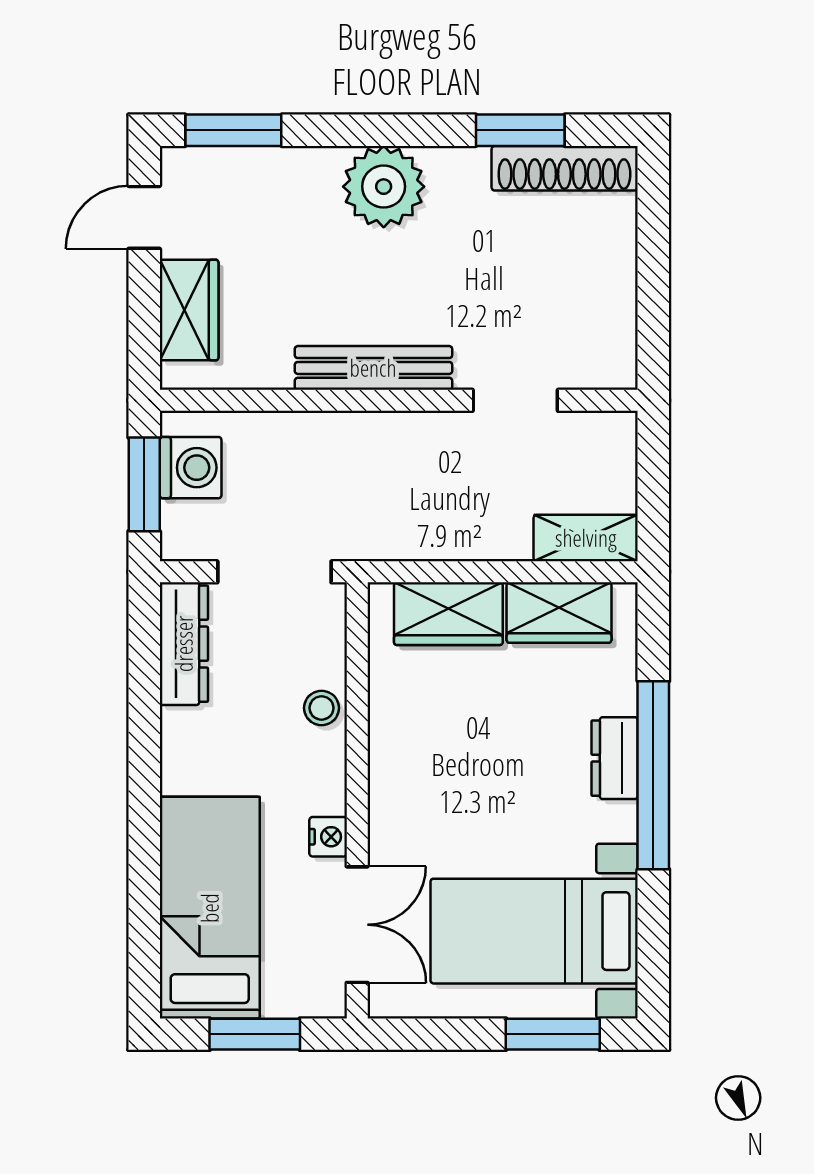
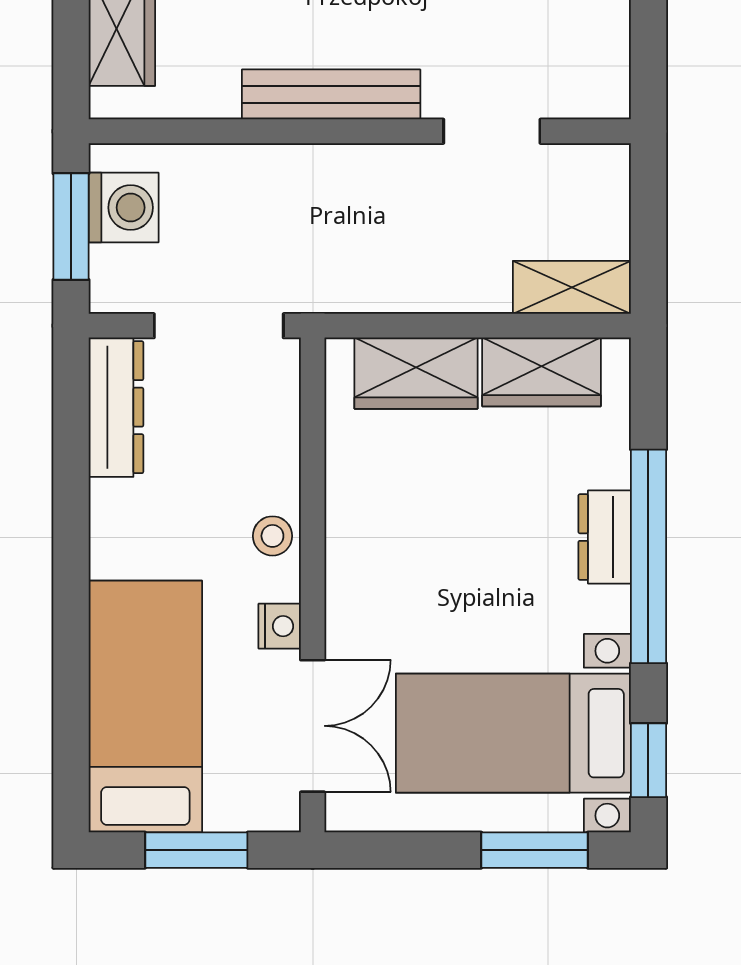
stool: (322, 708) -> (272, 536), moved
window: (653, 955) -> (648, 760), added

